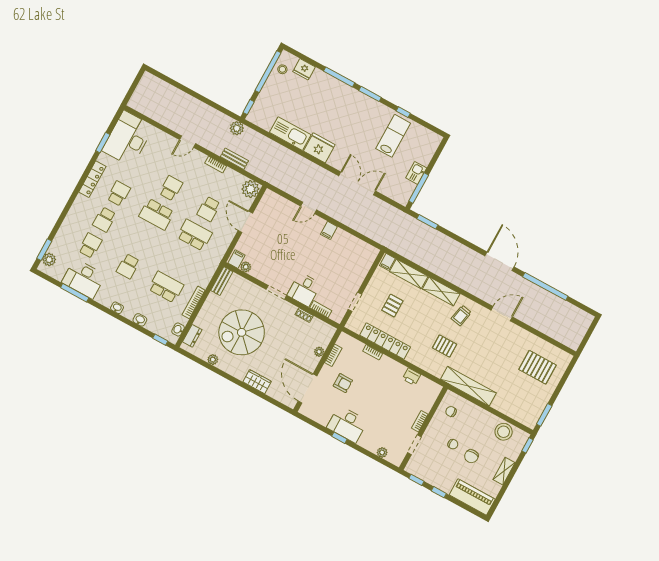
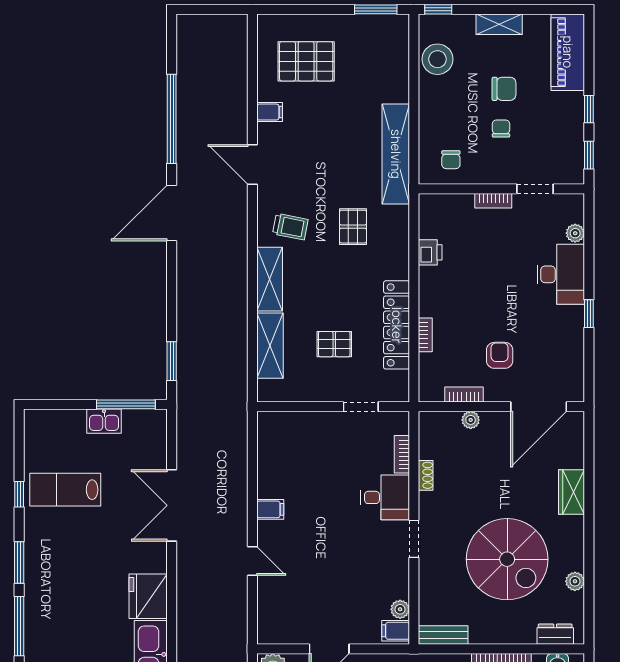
filing cabinet: (387, 262) -> (270, 112), moved
pallet: (538, 367) -> (306, 61), turned 90
desk: (347, 424) -> (561, 274), moved

